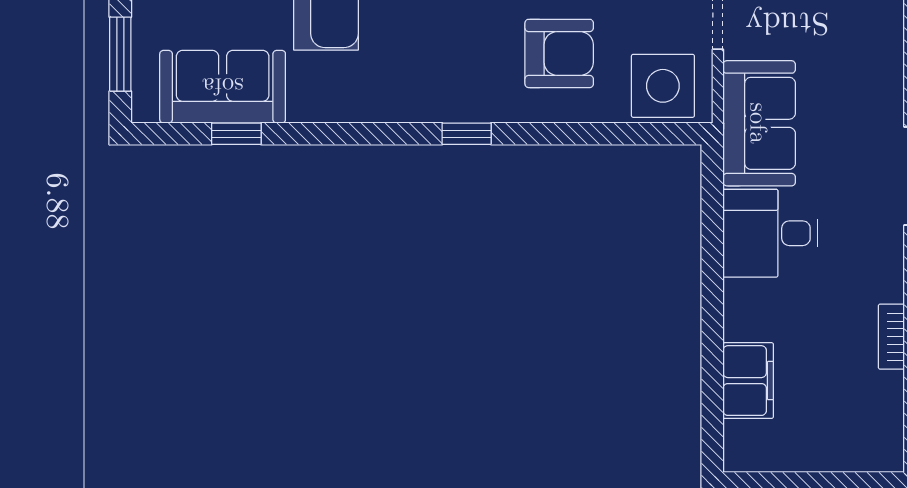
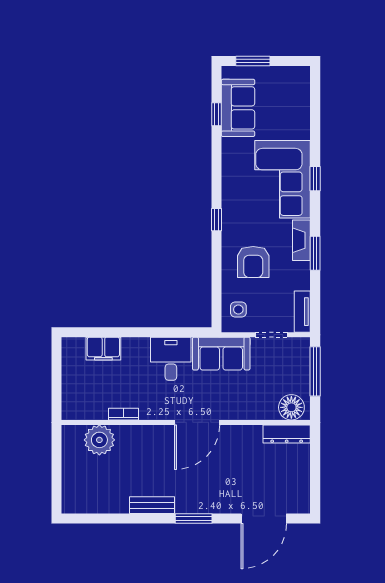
side table: (663, 86) -> (238, 309), width x0.54, depth x0.54

